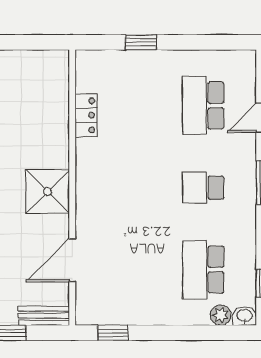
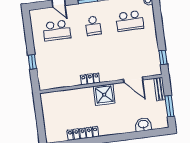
locker: (86, 115) -> (90, 79), moved
plant: (221, 315) -> (149, 10), removed

